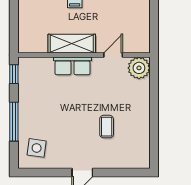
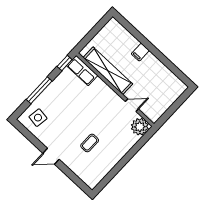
shelving: (72, 44) -> (108, 71), width x1.47
row of seats: (72, 66) -> (82, 71), moved

